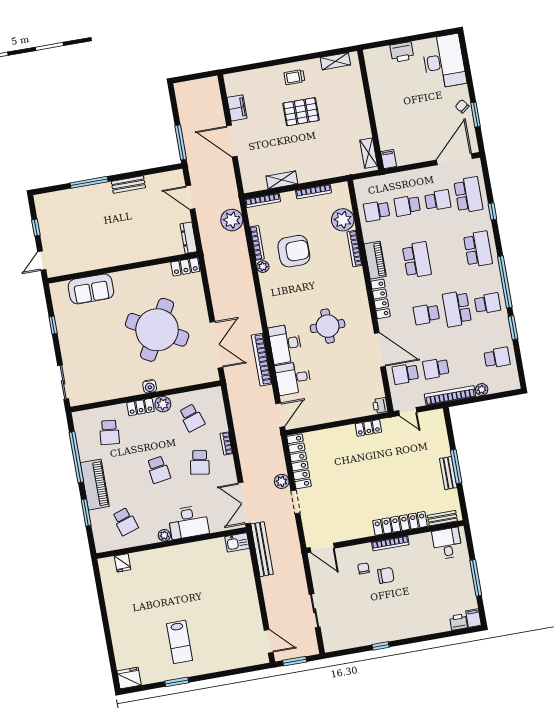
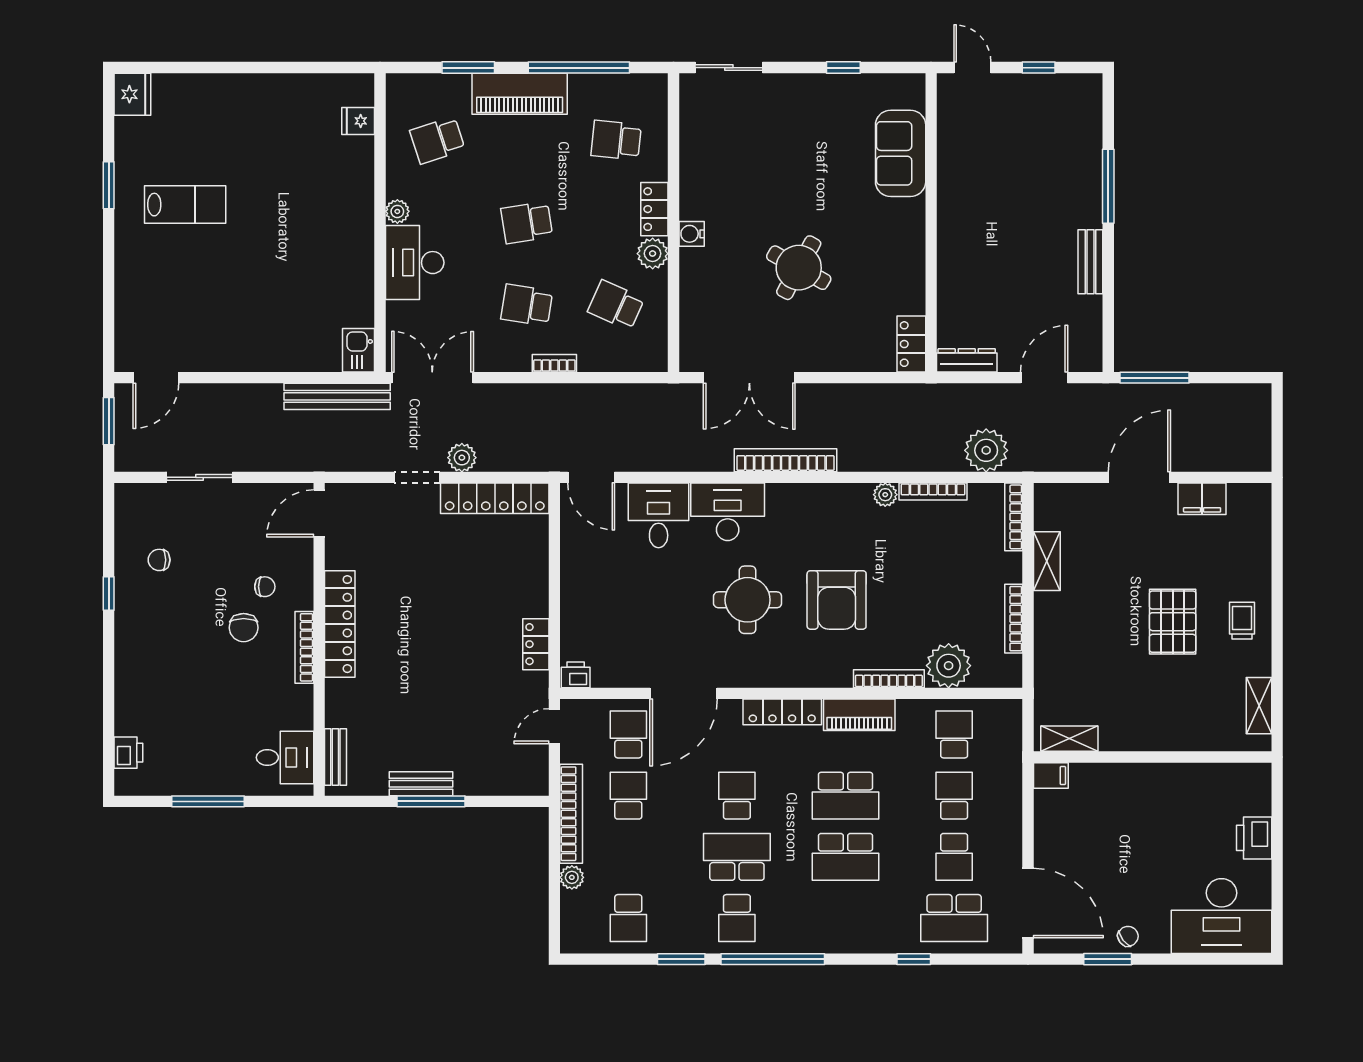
school desk: (478, 249) -> (846, 857), moved
armchair: (294, 251) -> (837, 600), moved
round table: (157, 330) -> (799, 268), width x0.54, depth x0.54
bookcase: (262, 360) -> (785, 460), moved
school desk: (192, 418) -> (616, 305), turned 42
locker: (400, 523) -> (340, 624), moved
filing cabinet: (473, 618) -> (131, 783), removed
chair: (359, 624) -> (159, 560), added
lab bench: (180, 642) -> (185, 205), turned 180

